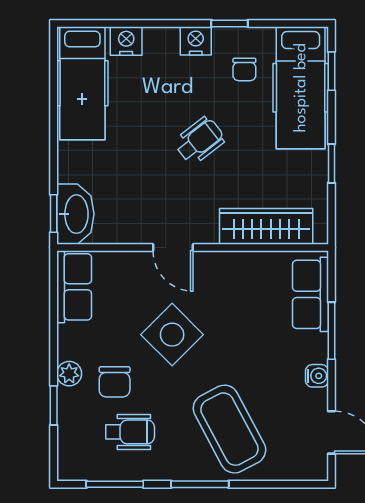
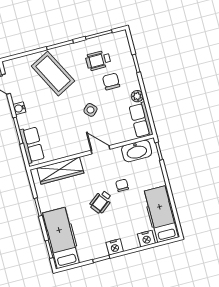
chair: (244, 69) -> (122, 185), moved
washbasin: (75, 214) -> (137, 151), moved, turned -90
side table: (172, 335) -> (90, 110), width x0.54, depth x0.54
plant: (69, 374) -> (137, 96), moved

